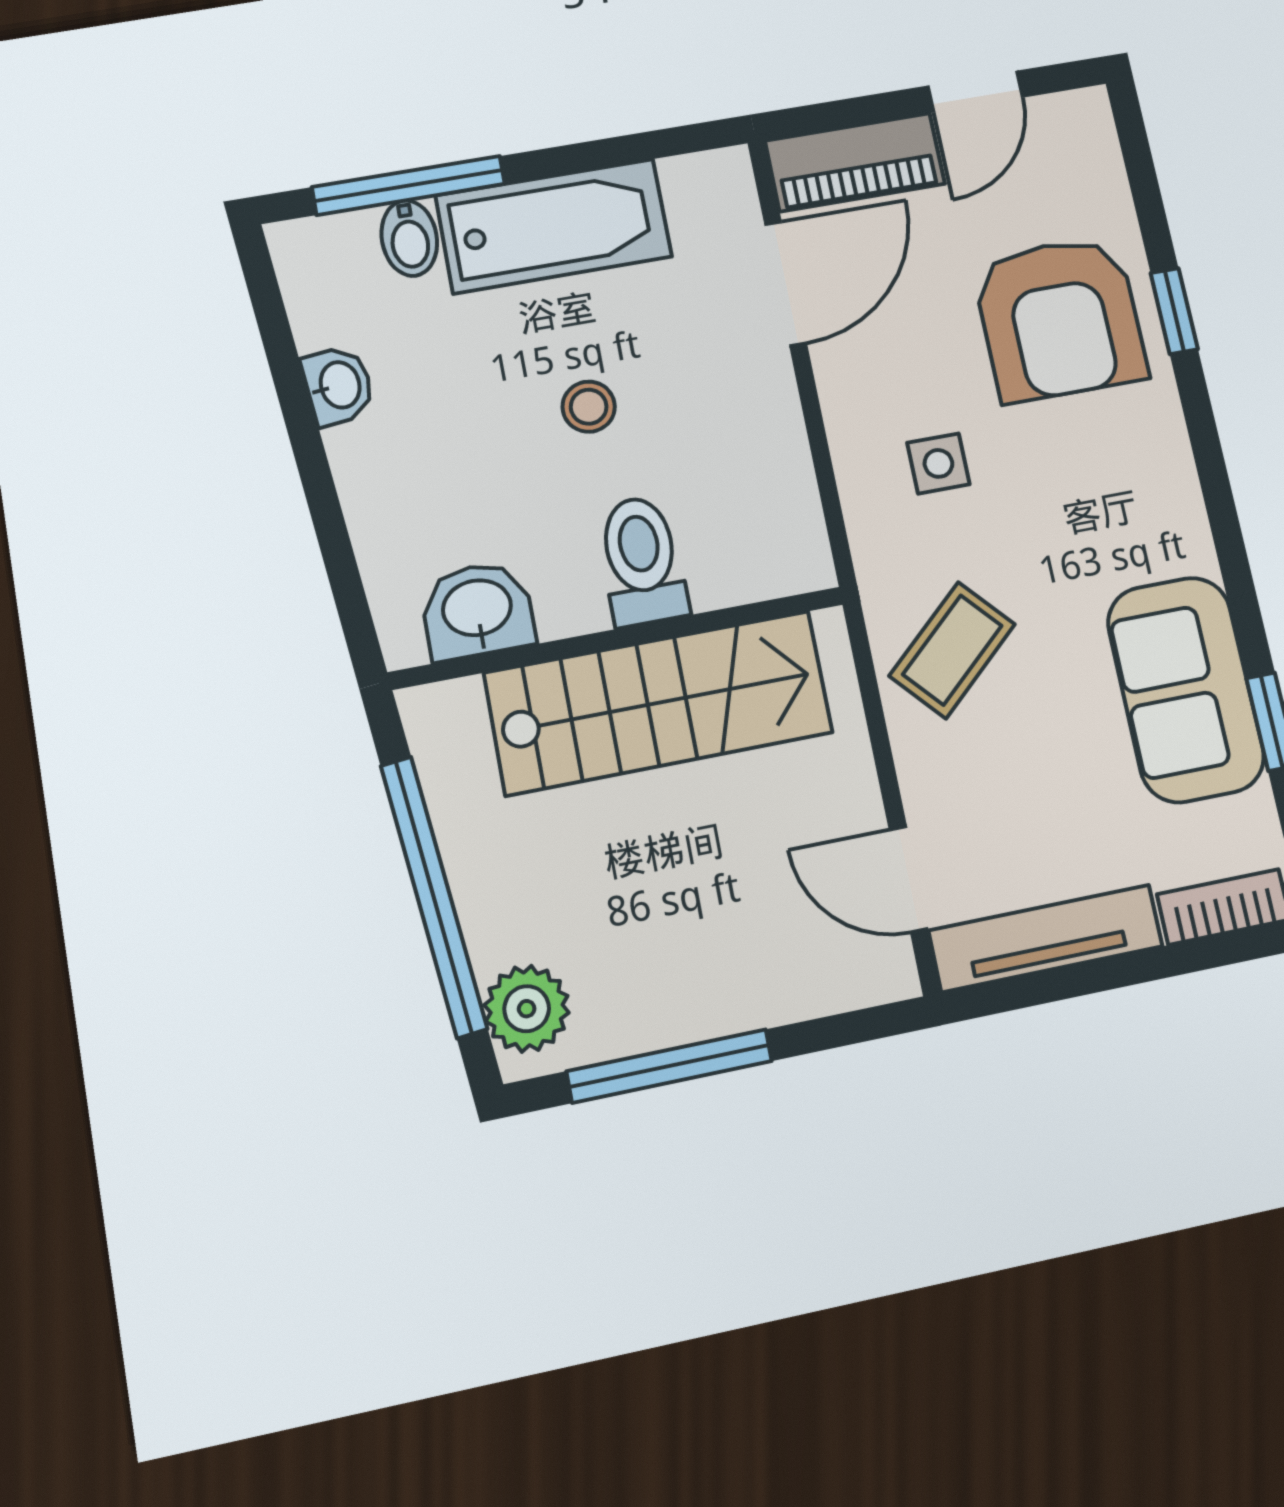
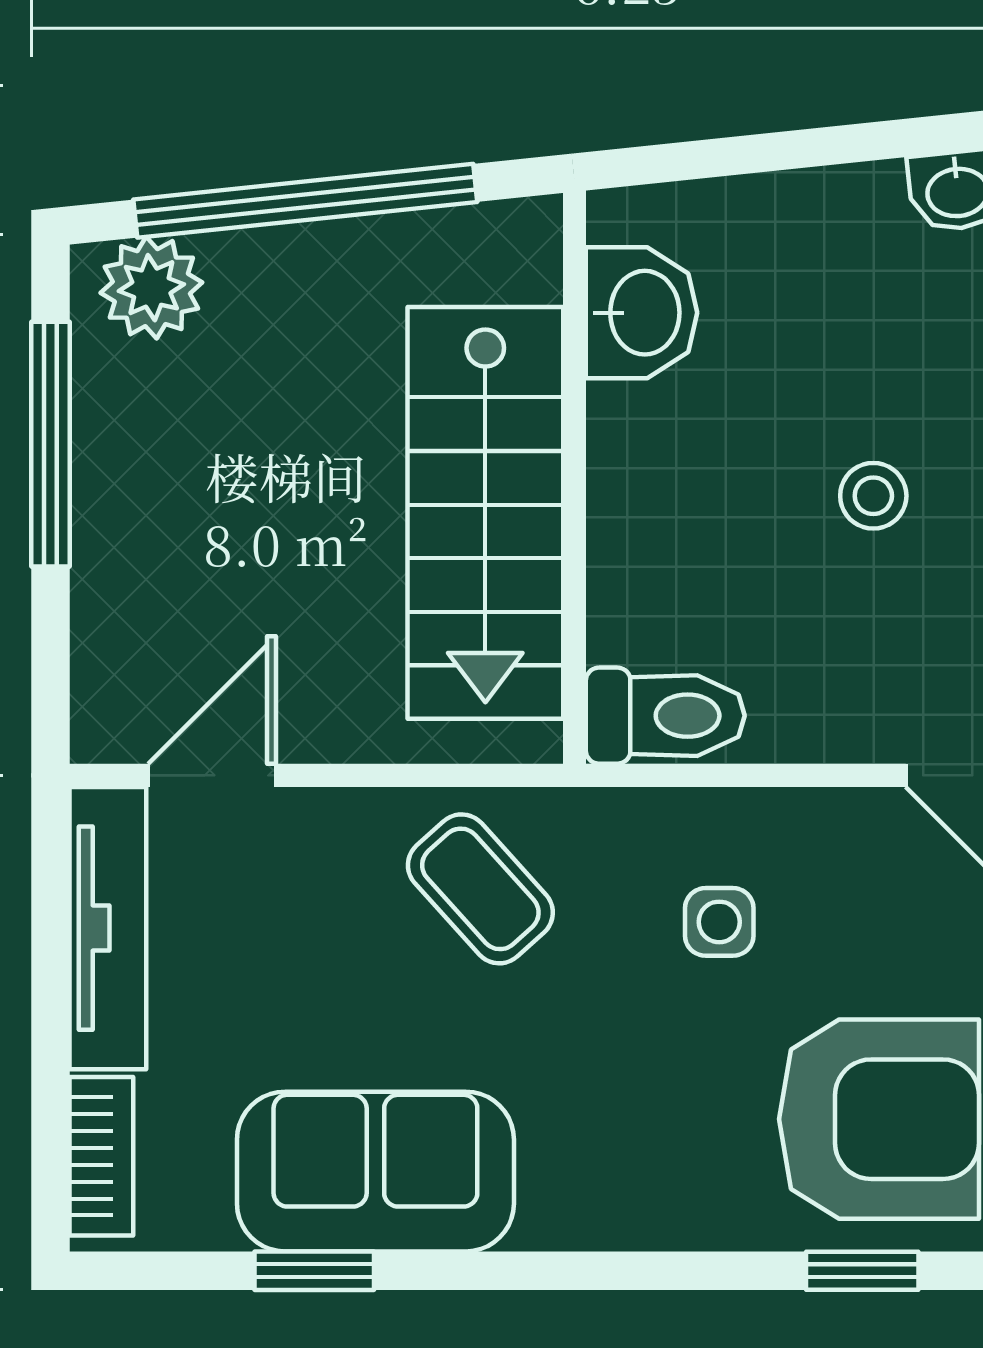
armchair: (1060, 319) -> (879, 1119), turned 180
toilet: (642, 561) -> (665, 716), moved

